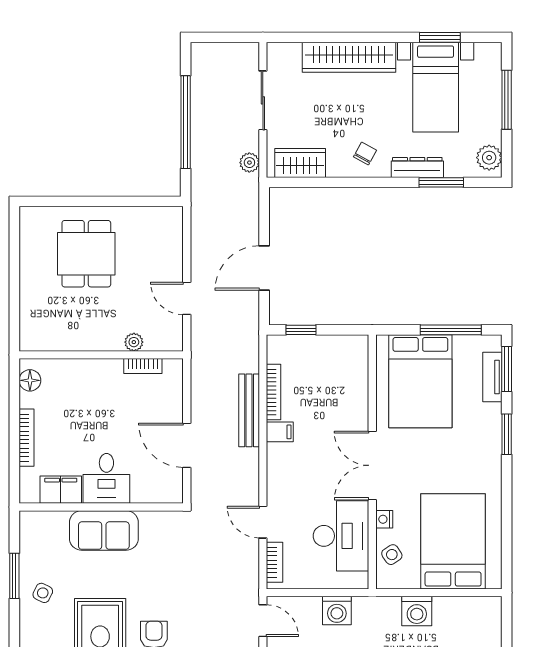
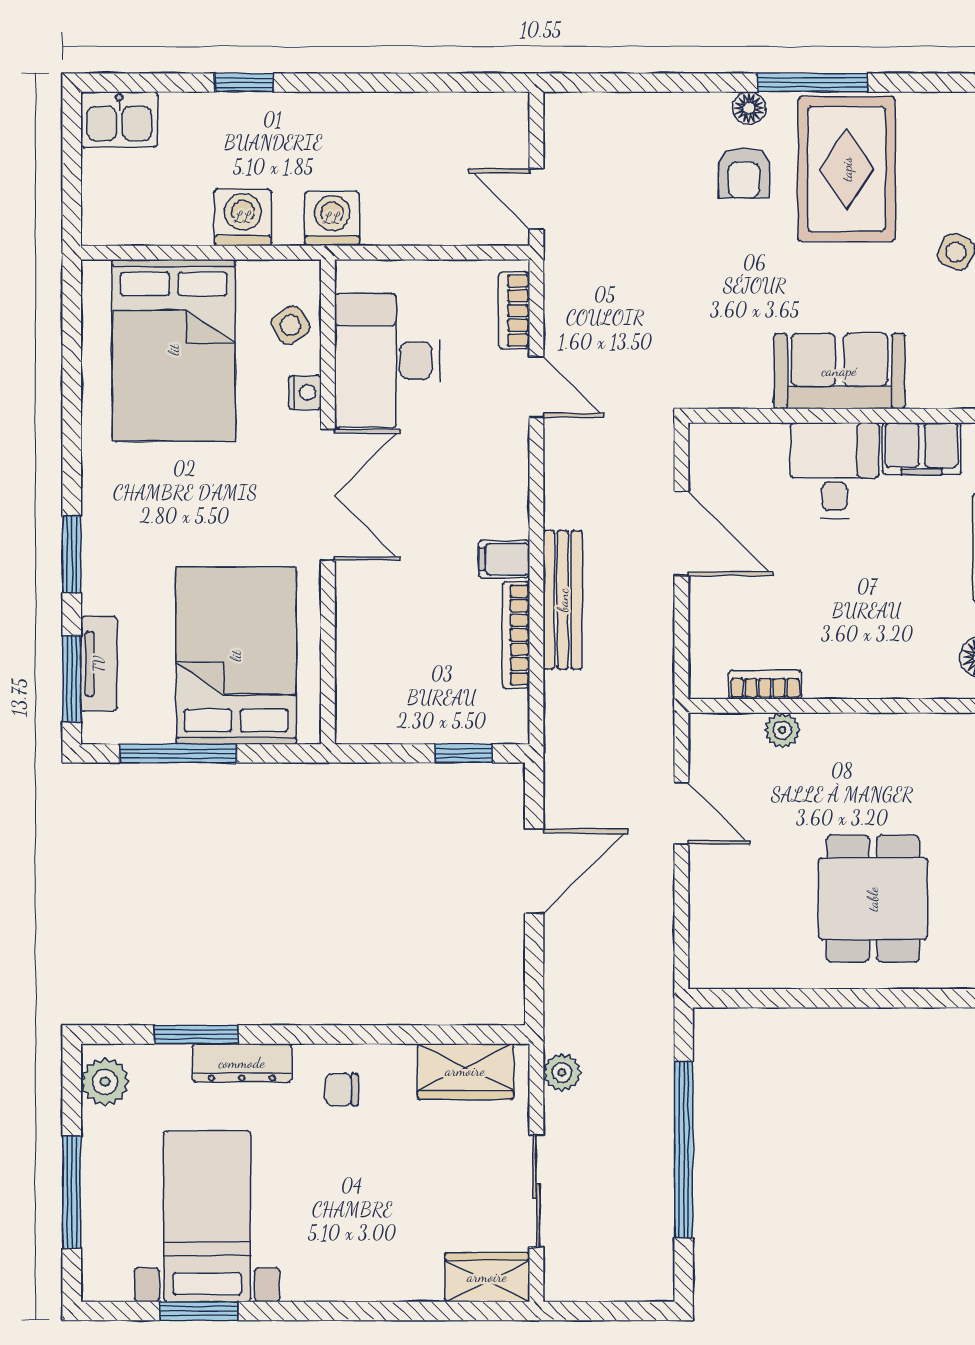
wardrobe: (349, 57) -> (487, 1277), moved, width x0.48, depth x0.85
chair: (365, 154) -> (342, 1090), turned 61
washing machine: (337, 610) -> (332, 218), moved

